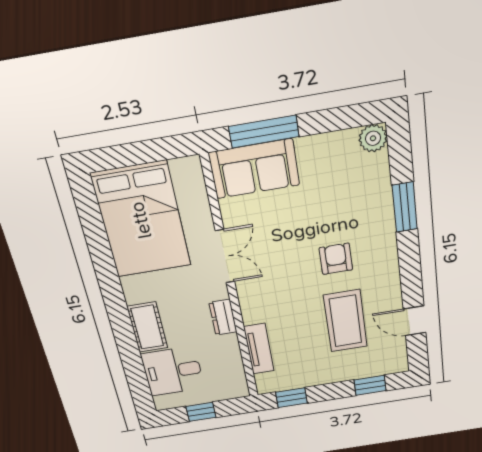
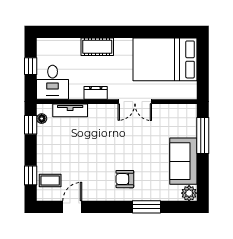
sofa: (254, 169) -> (183, 161), moved
armchair: (336, 259) -> (125, 179), moved, turned 180
coffee table: (345, 321) -> (50, 180), moved, width x0.54, depth x0.58
desk: (173, 371) -> (53, 82), moved, turned 180
floor lamp: (279, 385) -> (42, 119), added

